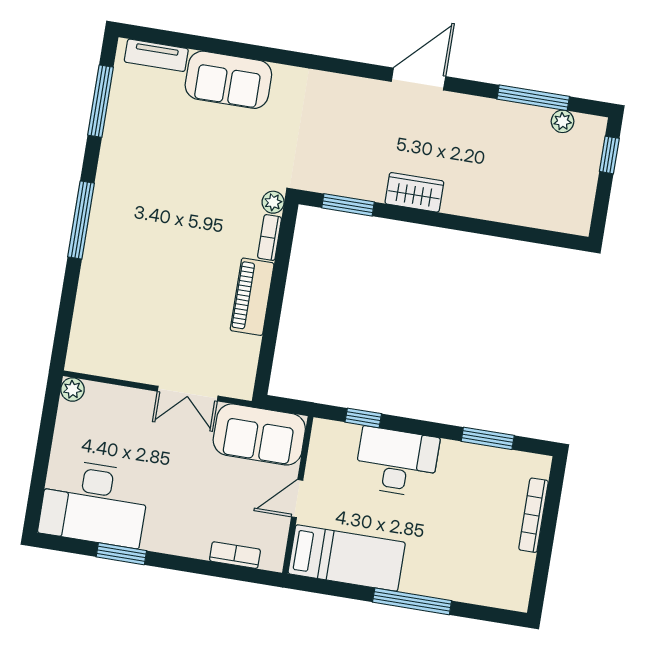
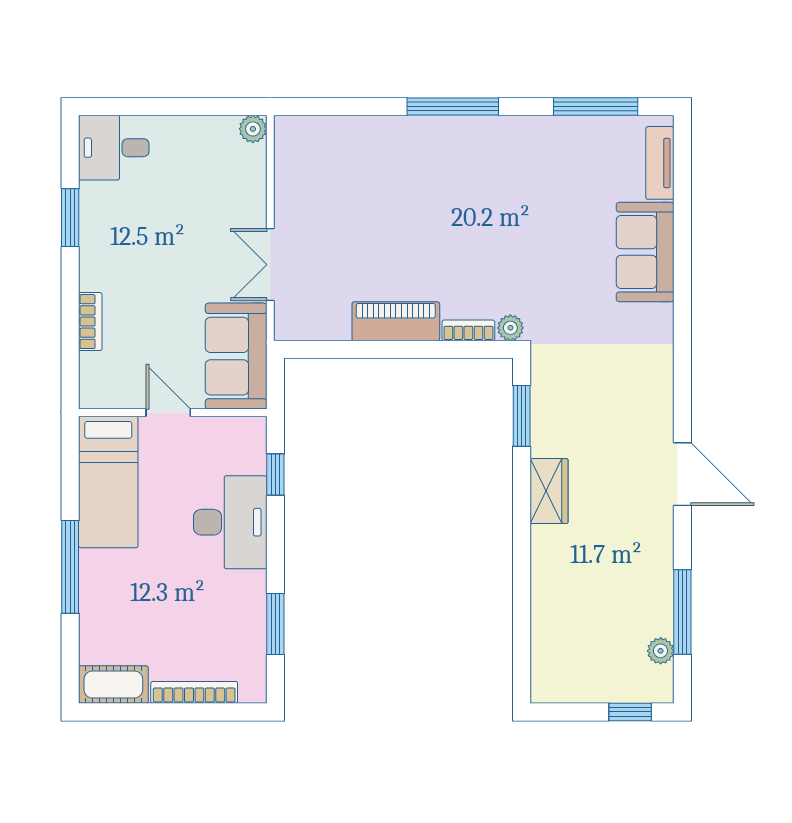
desk: (94, 503) -> (114, 148), width x0.53, depth x0.77
bookcase: (235, 555) -> (90, 322), moved
cot: (516, 581) -> (113, 685), added

